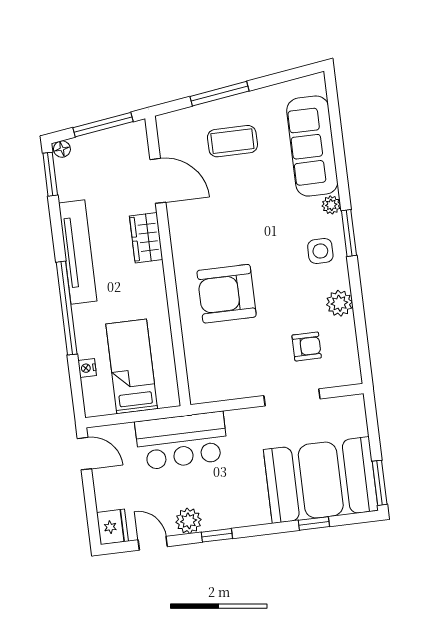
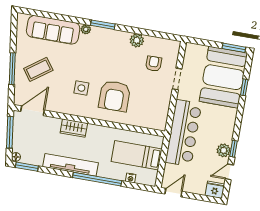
coffee table: (232, 141) -> (38, 69), turned 54
door: (158, 181) -> (32, 111), moved
side table: (320, 251) -> (81, 88), moved
doorway: (292, 397) -> (177, 79), width x0.73
bar counter: (182, 441) -> (183, 133), width x1.36
window: (217, 535) -> (233, 149), moved

